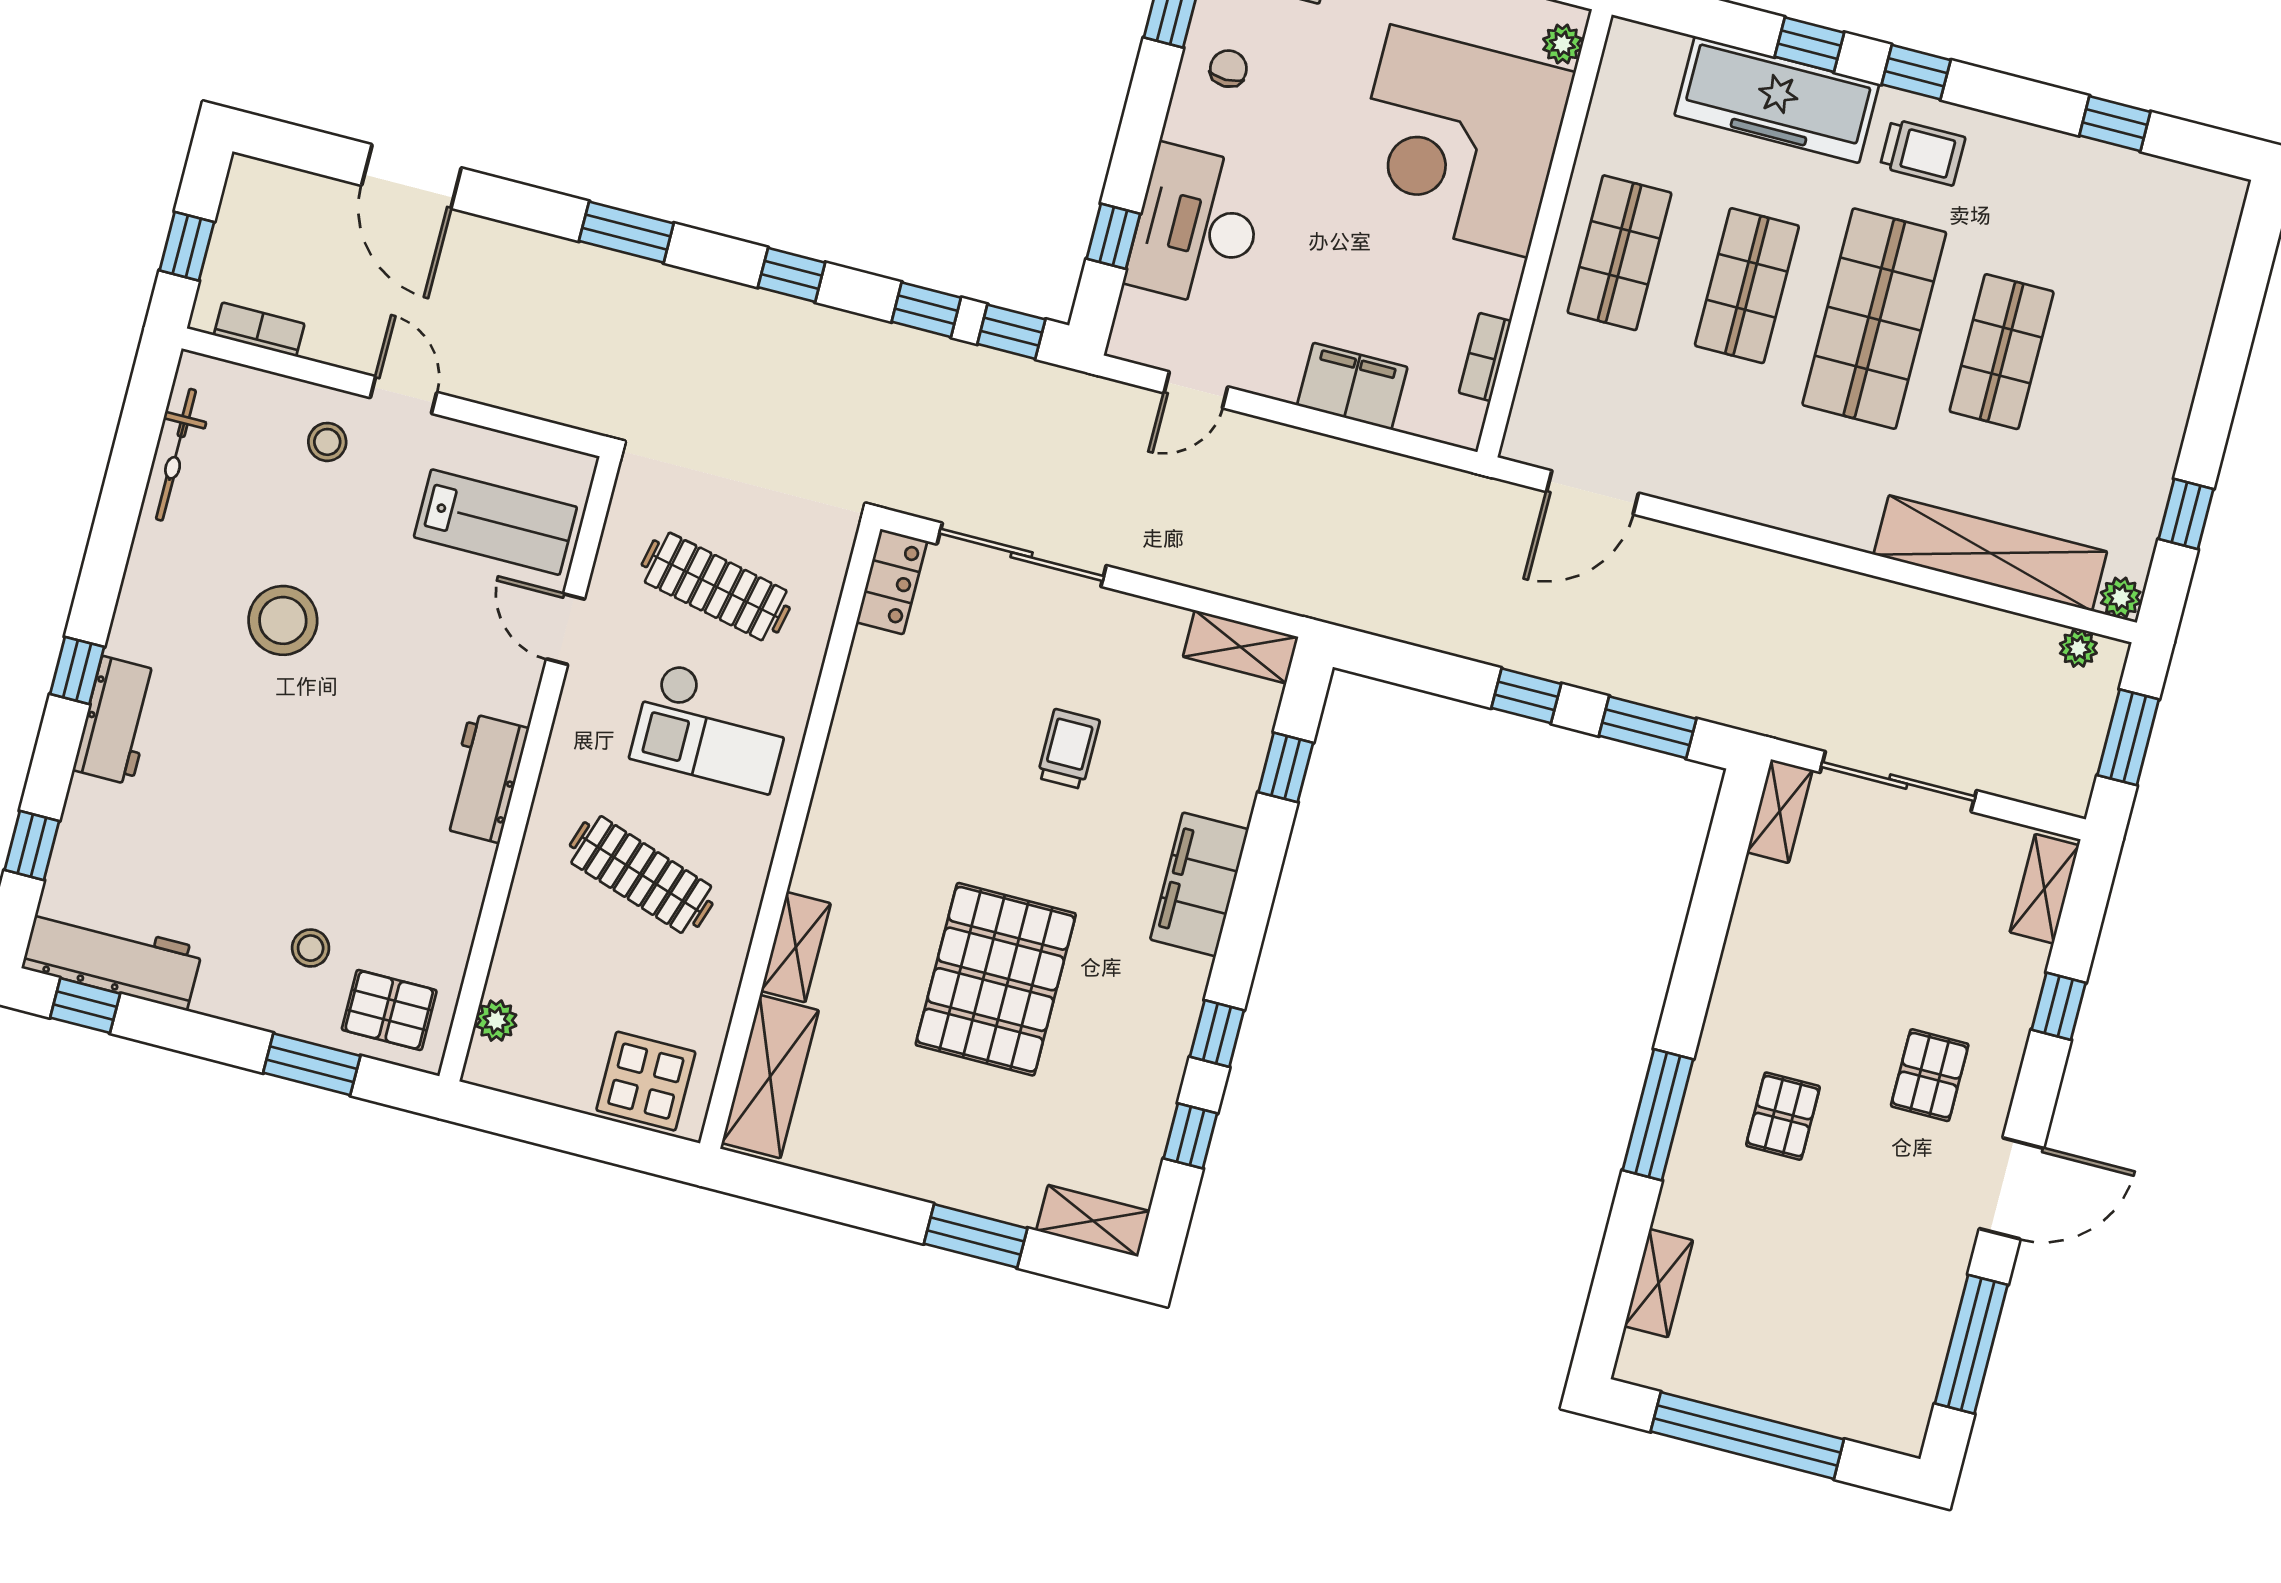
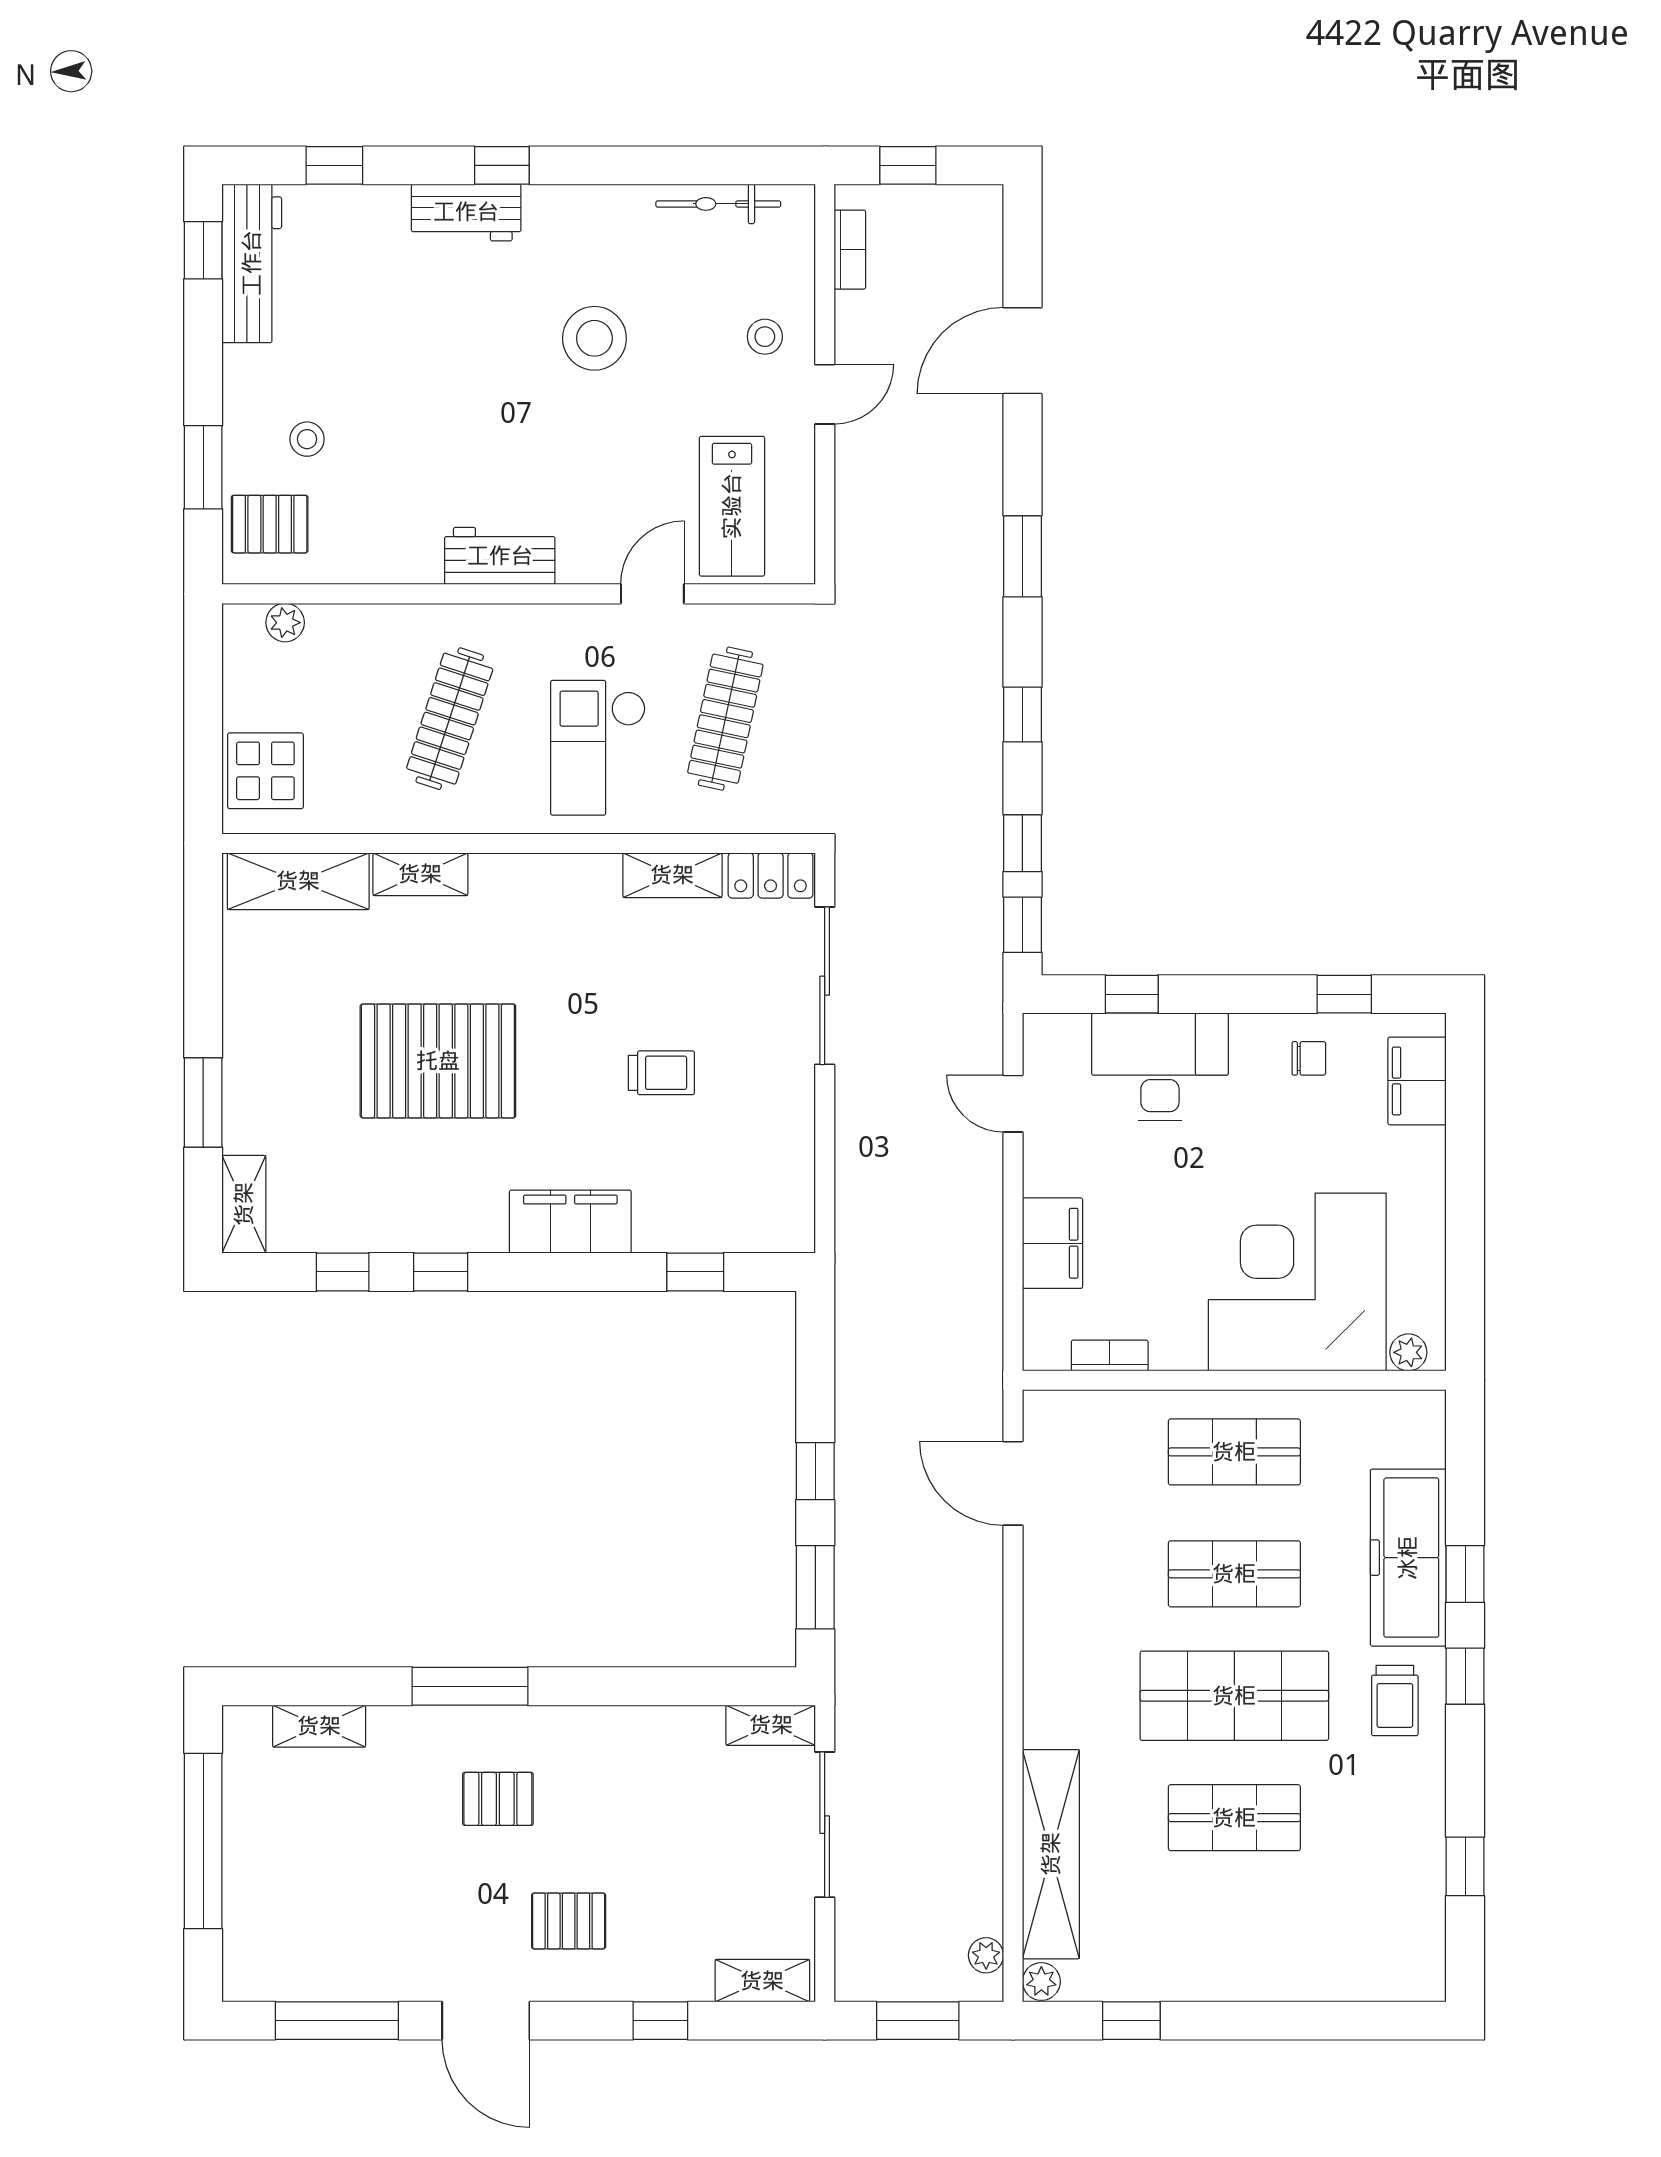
shelving: (1241, 647) -> (672, 875), moved, turned 90
pallet: (389, 1010) -> (270, 524), turned 90

